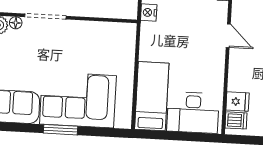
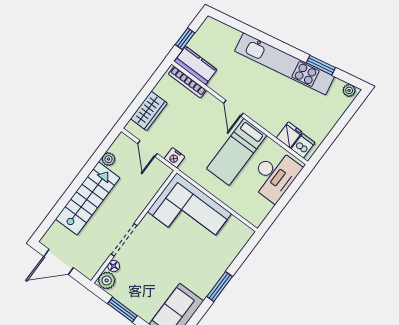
door: (228, 36) -> (233, 108), swing flipped
bed: (152, 96) -> (237, 152), moved, turned -90
corner sofa: (78, 100) -> (189, 213), moved, turned -90

